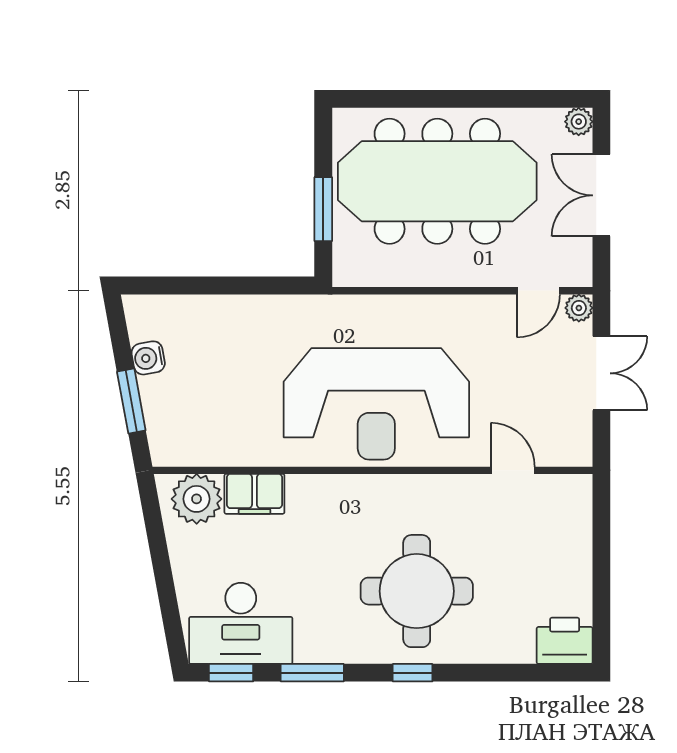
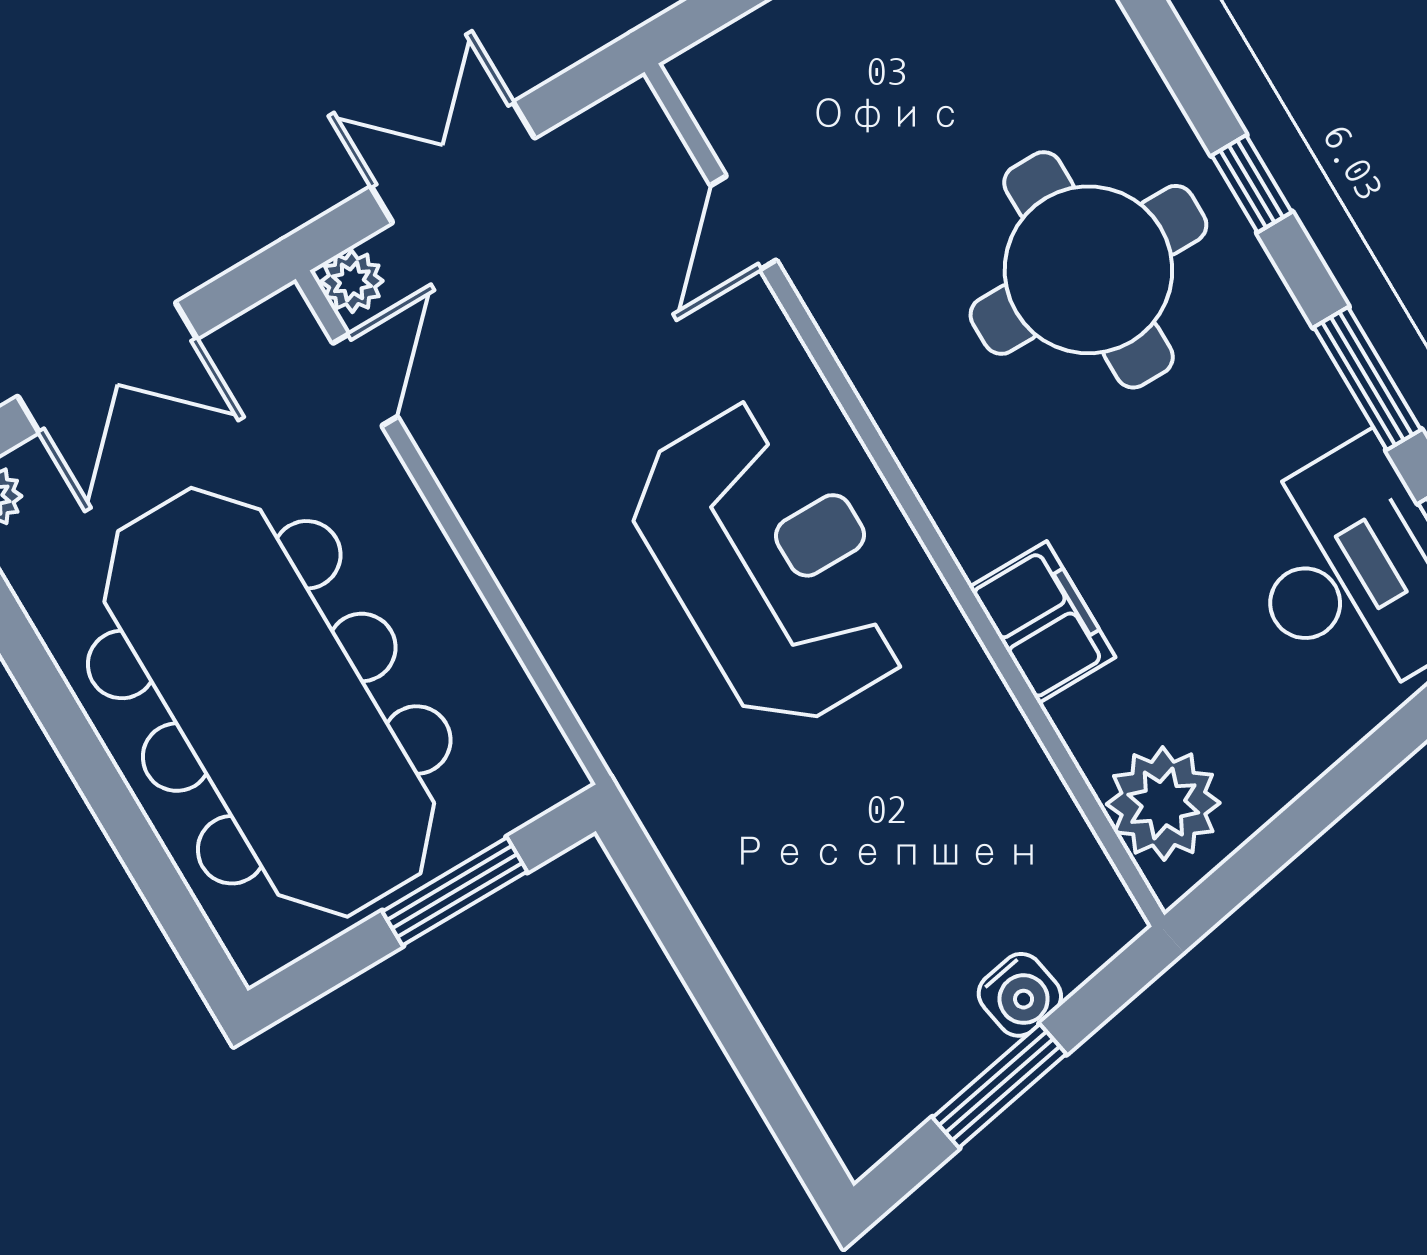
door: (538, 291) -> (365, 380), hinge flipped
water cooler: (148, 358) -> (1020, 995), moved
window: (131, 401) -> (999, 1086), moved
reception desk: (376, 404) -> (772, 564), width x0.74, depth x0.77
filing cabinet: (254, 494) -> (1042, 622), moved

